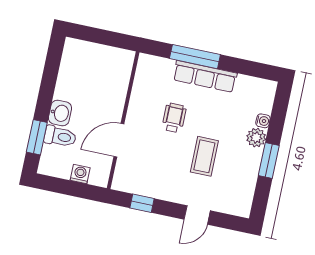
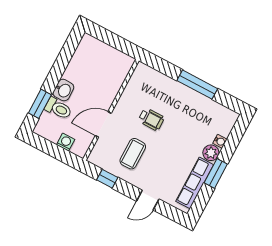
window: (195, 57) -> (197, 85), moved
row of seats: (205, 76) -> (195, 183), moved, turned 90
wheelchair: (174, 118) -> (151, 119), turned 90
coffee table: (204, 156) -> (133, 154), moved

